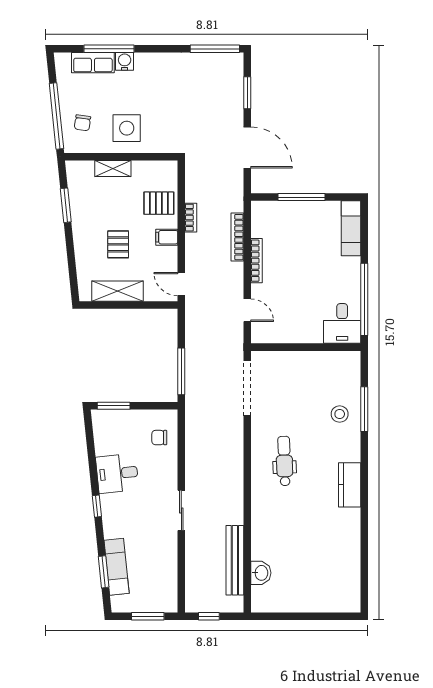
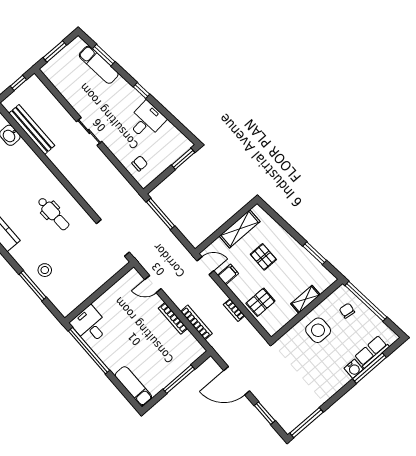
filing cabinet: (167, 237) -> (228, 274), moved

